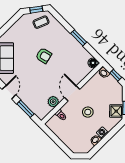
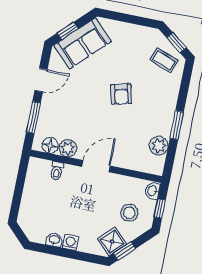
plant: (83, 54) -> (159, 146), added
floor lamp: (93, 63) -> (50, 145), moved
stool: (88, 112) -> (129, 213), moved

